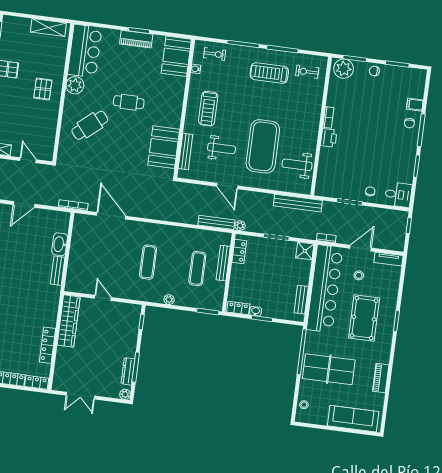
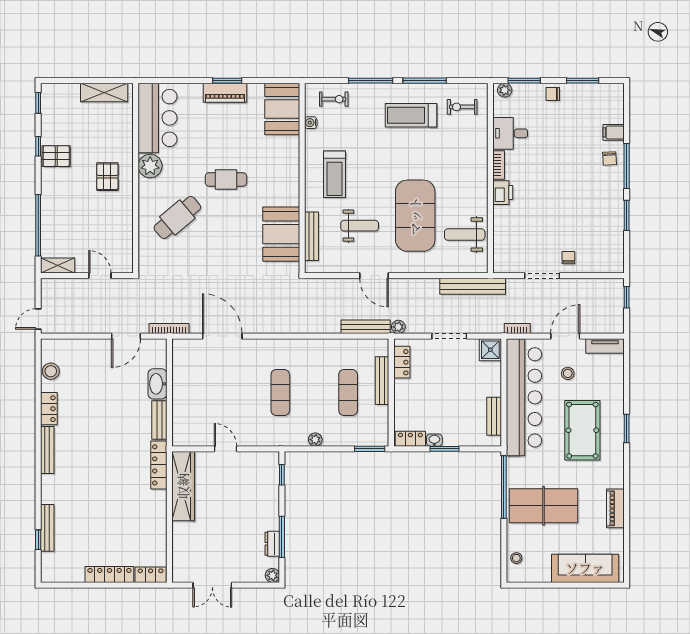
plant: (344, 69) -> (505, 90), width x0.53, depth x0.53
desk: (398, 195) -> (510, 133), moved, turned 180
door: (24, 204) -> (126, 336), moved
locker: (47, 345) -> (159, 465), moved
dresser: (128, 371) -> (272, 544), width x0.70

